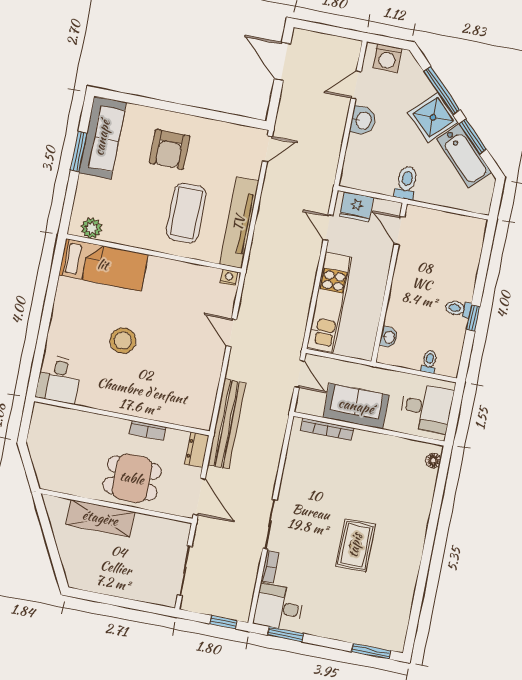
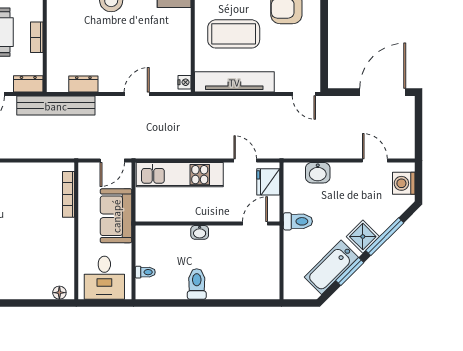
door: (282, 62) -> (383, 92), width x1.36
shower: (433, 117) -> (363, 237), width x0.73, depth x0.73
washbasin: (363, 121) -> (318, 173), moved
door: (328, 228) -> (245, 161), hinge flipped
toilet: (458, 308) -> (197, 284), width x1.37, depth x1.39
window: (473, 318) -> (191, 303), removed
washbasin: (389, 337) -> (200, 232), moved
dresser: (209, 389) -> (83, 84), added
sofa: (356, 406) -> (116, 216), moved, turned 180

